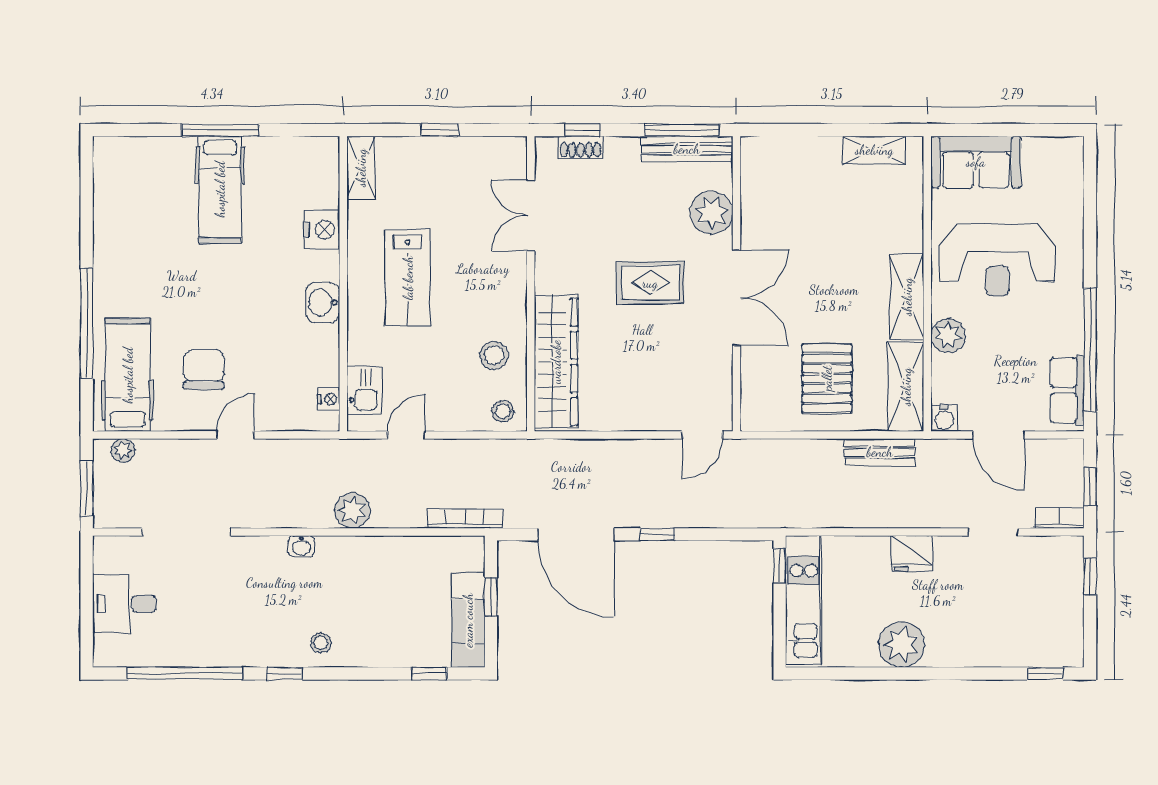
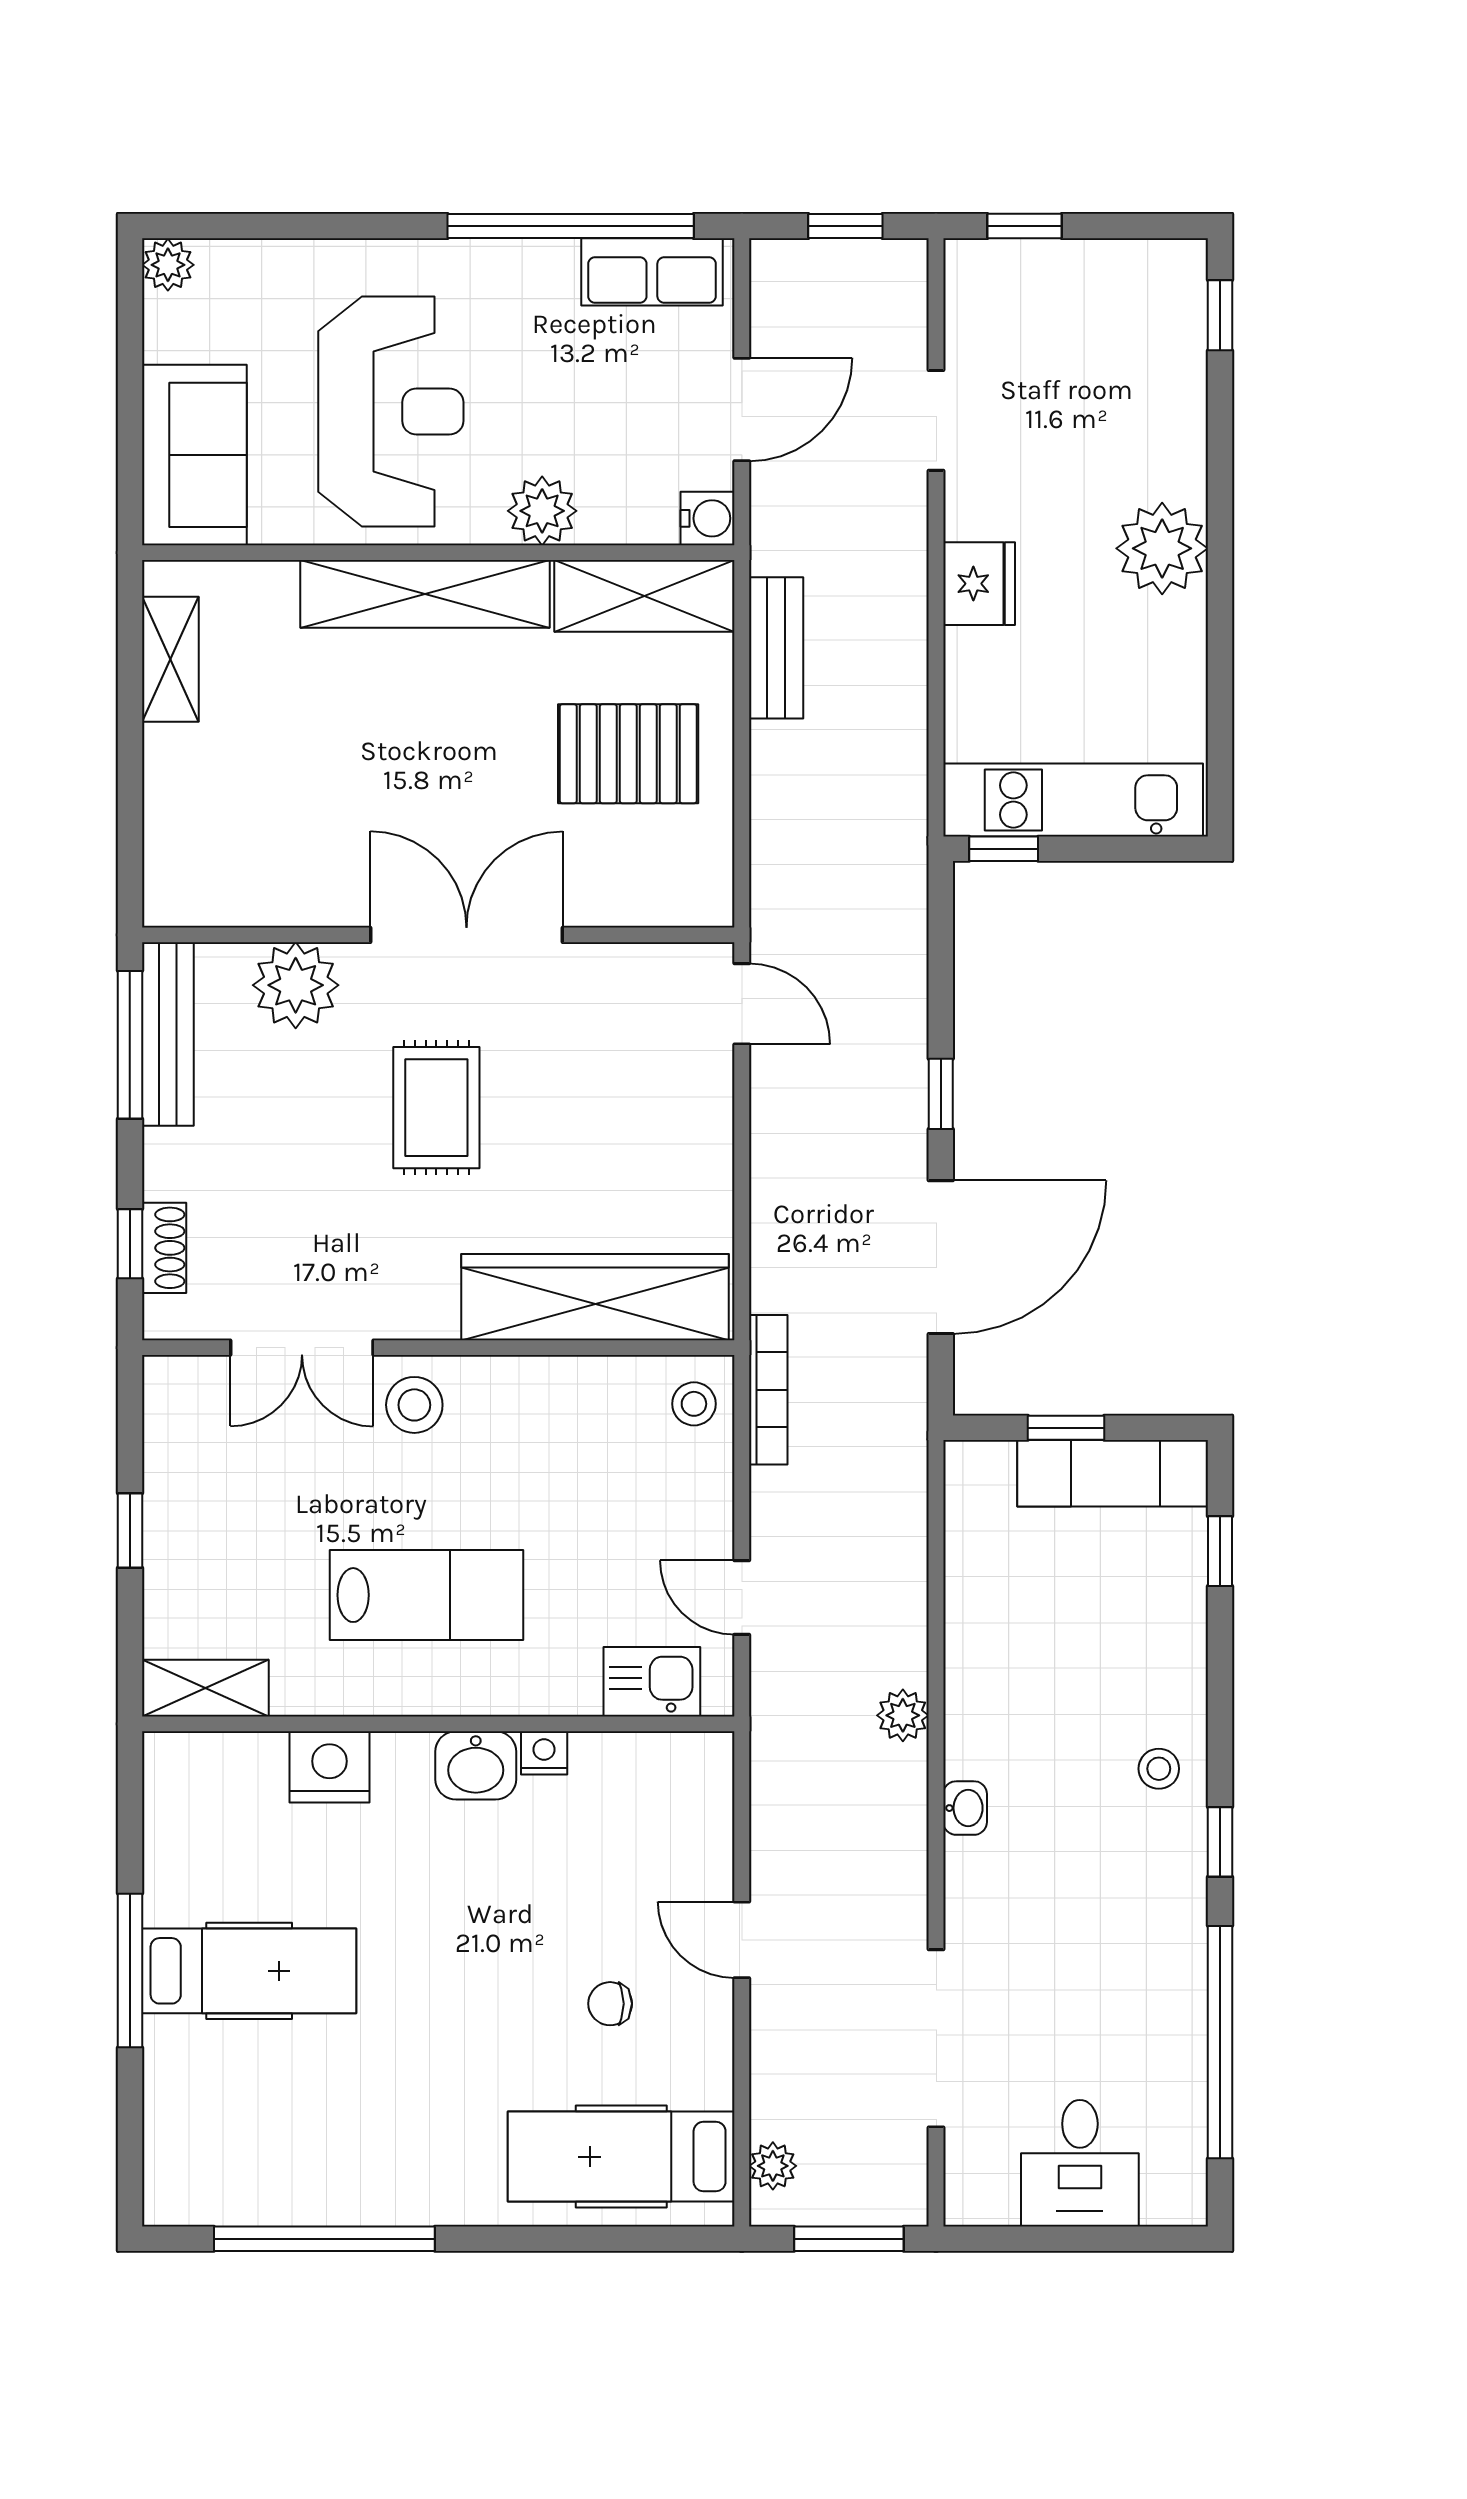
plant: (1071, 149) -> (168, 265), added
shelving: (907, 297) -> (425, 594), width x1.47
window: (87, 323) -> (324, 2239), moved
stool: (494, 355) -> (414, 1405), moved
chair: (204, 369) -> (610, 2004), width x0.54, depth x0.54
nightstand: (329, 399) -> (544, 1753), moved
plant: (352, 510) -> (903, 1715), width x0.73, depth x0.73
bookcase: (1059, 518) -> (909, 288), removed
bookcase: (465, 519) -> (768, 1390), moved, turned 180
plant: (901, 645) -> (1162, 548), moved

